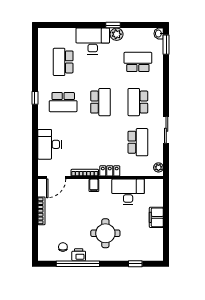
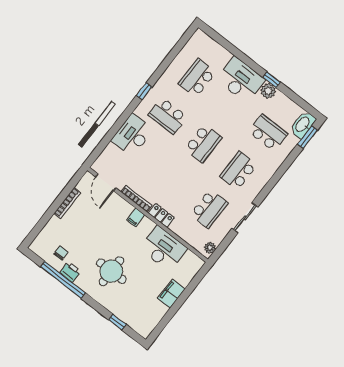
washbasin: (159, 34) -> (303, 125), width x1.91, depth x1.45
desk: (50, 144) -> (132, 135), moved
door: (56, 178) -> (106, 182), hinge flipped

